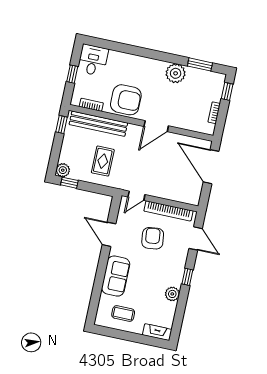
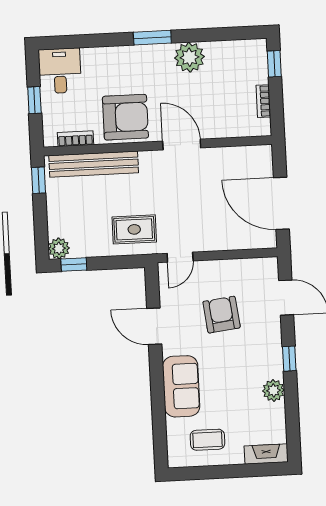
window: (200, 64) -> (152, 38), moved
door: (156, 126) -> (182, 145), swing flipped
rug: (103, 161) -> (134, 229), moved, turned 90
door: (211, 167) -> (281, 203), moved
bookcase: (168, 211) -> (234, 267), removed

